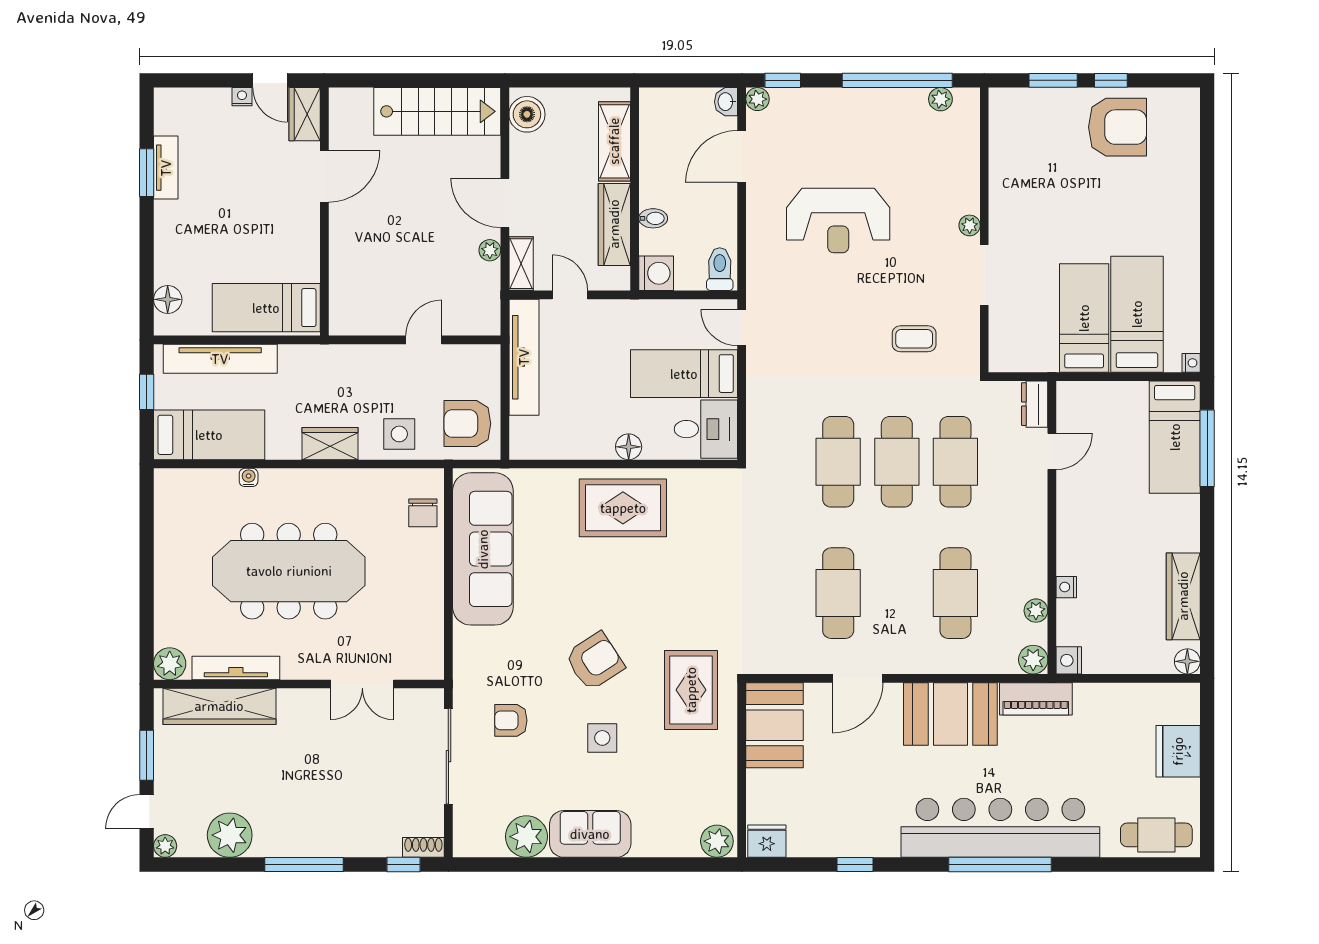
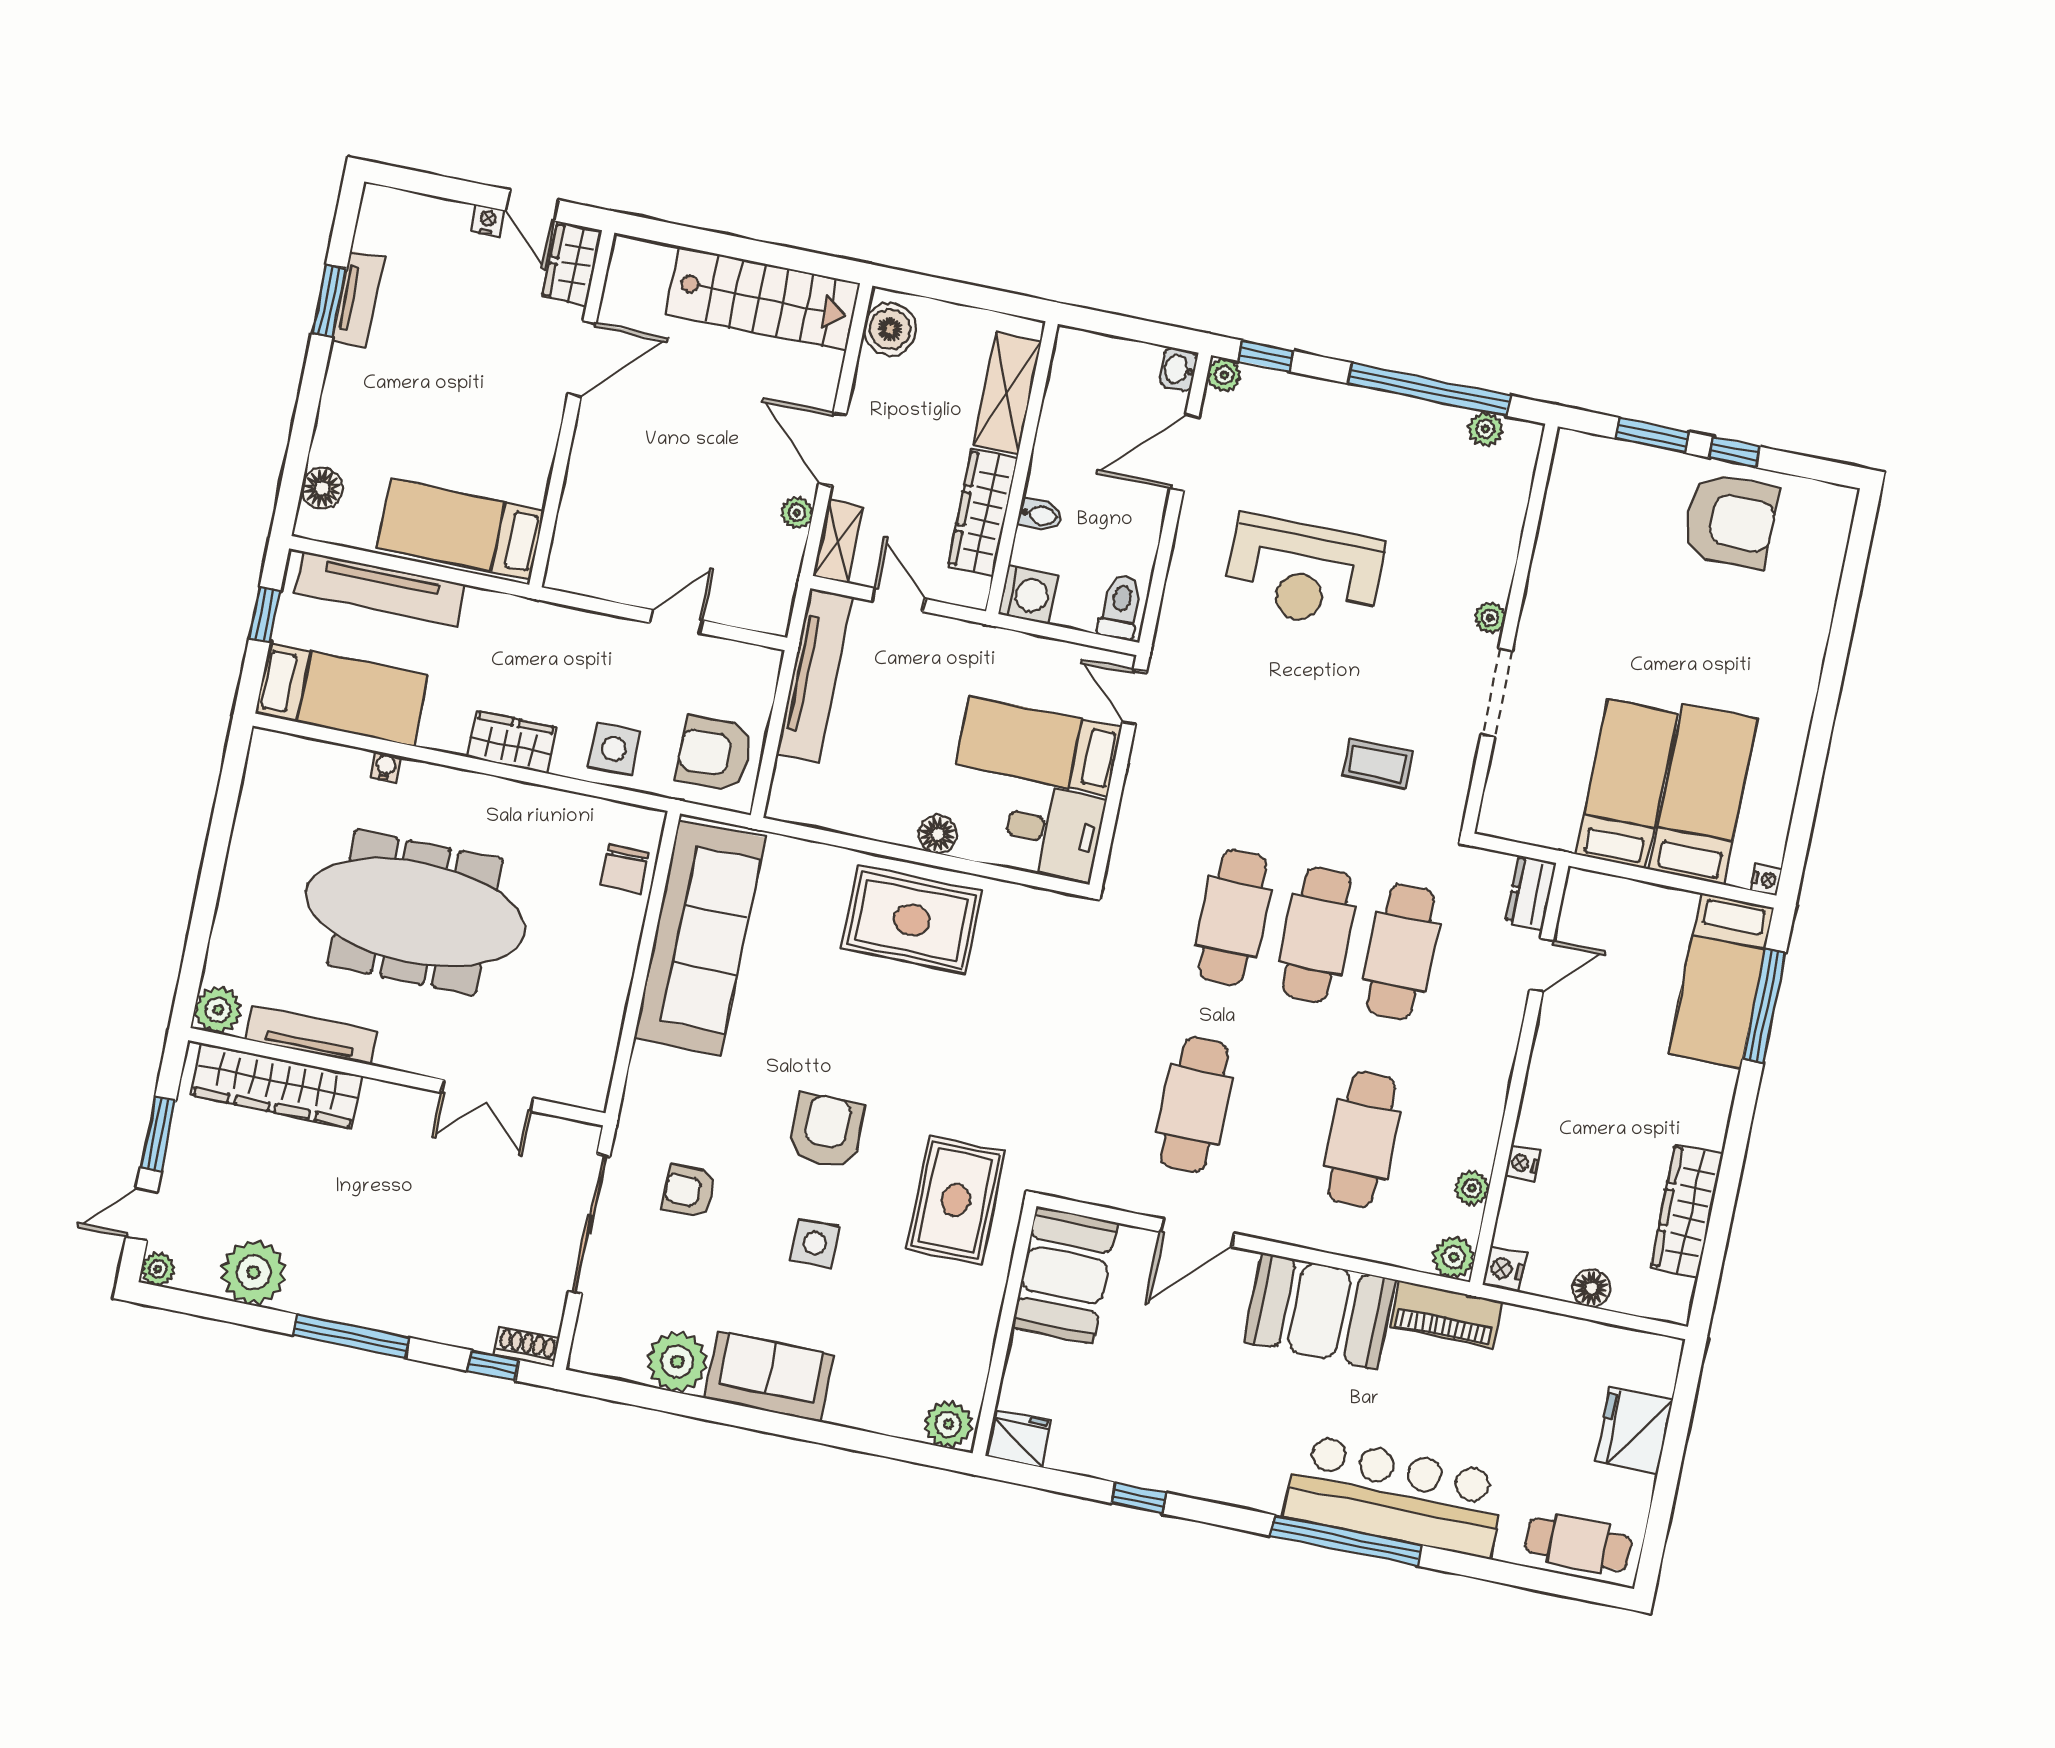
armchair: (595, 661) -> (826, 1131), turned -57
floor lamp: (1187, 661) -> (1591, 1288), moved
bar counter: (1000, 828) -> (1395, 1496), width x0.73

